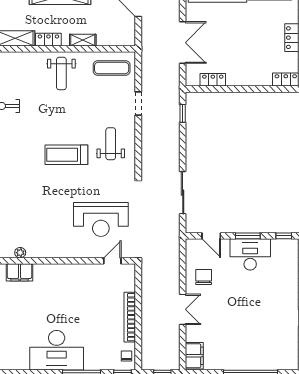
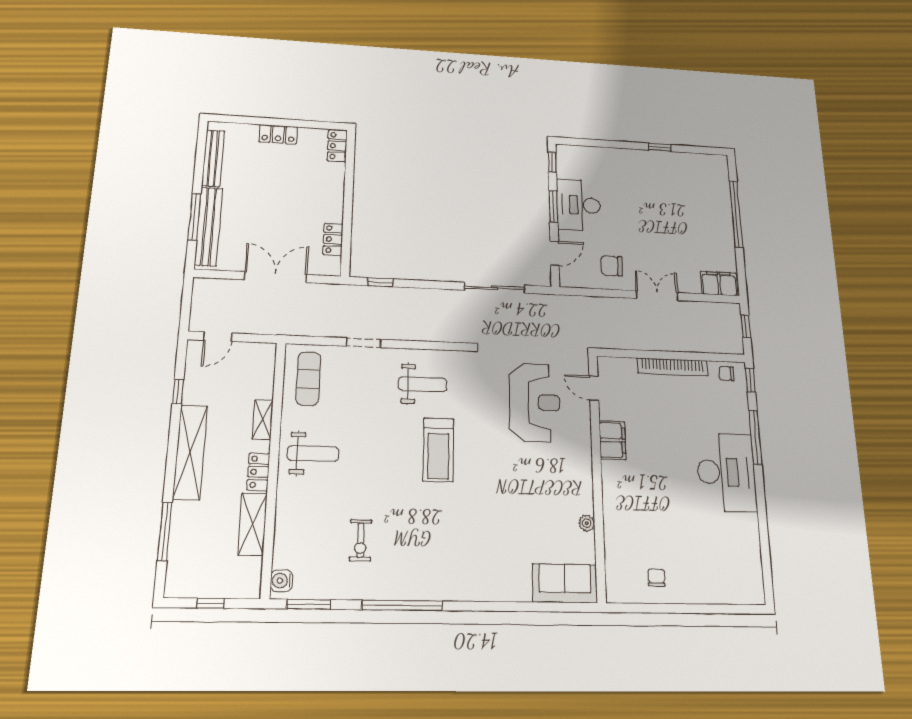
weight bench: (111, 144) -> (423, 384), turned 180
filing cabinet: (20, 272) -> (612, 440), moved

